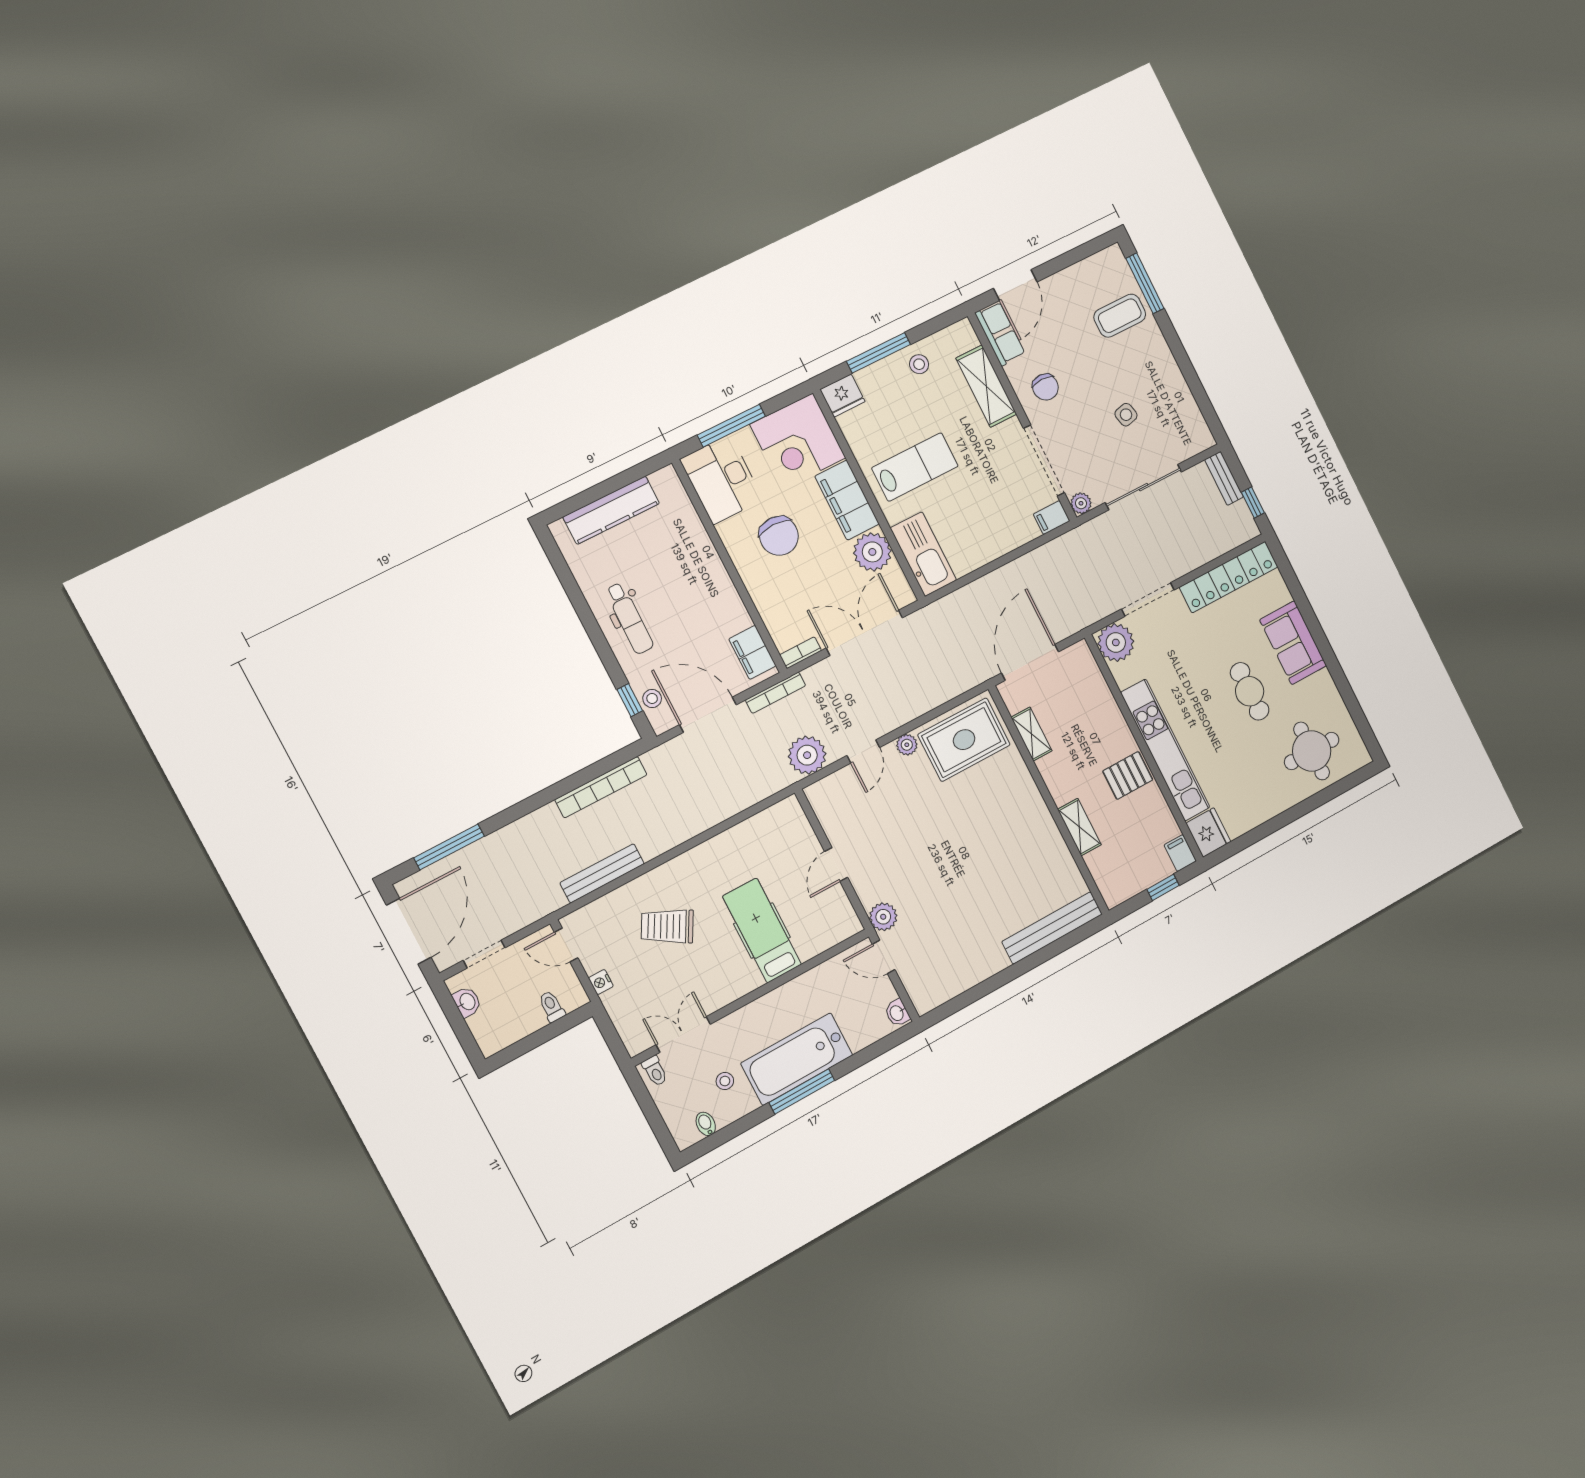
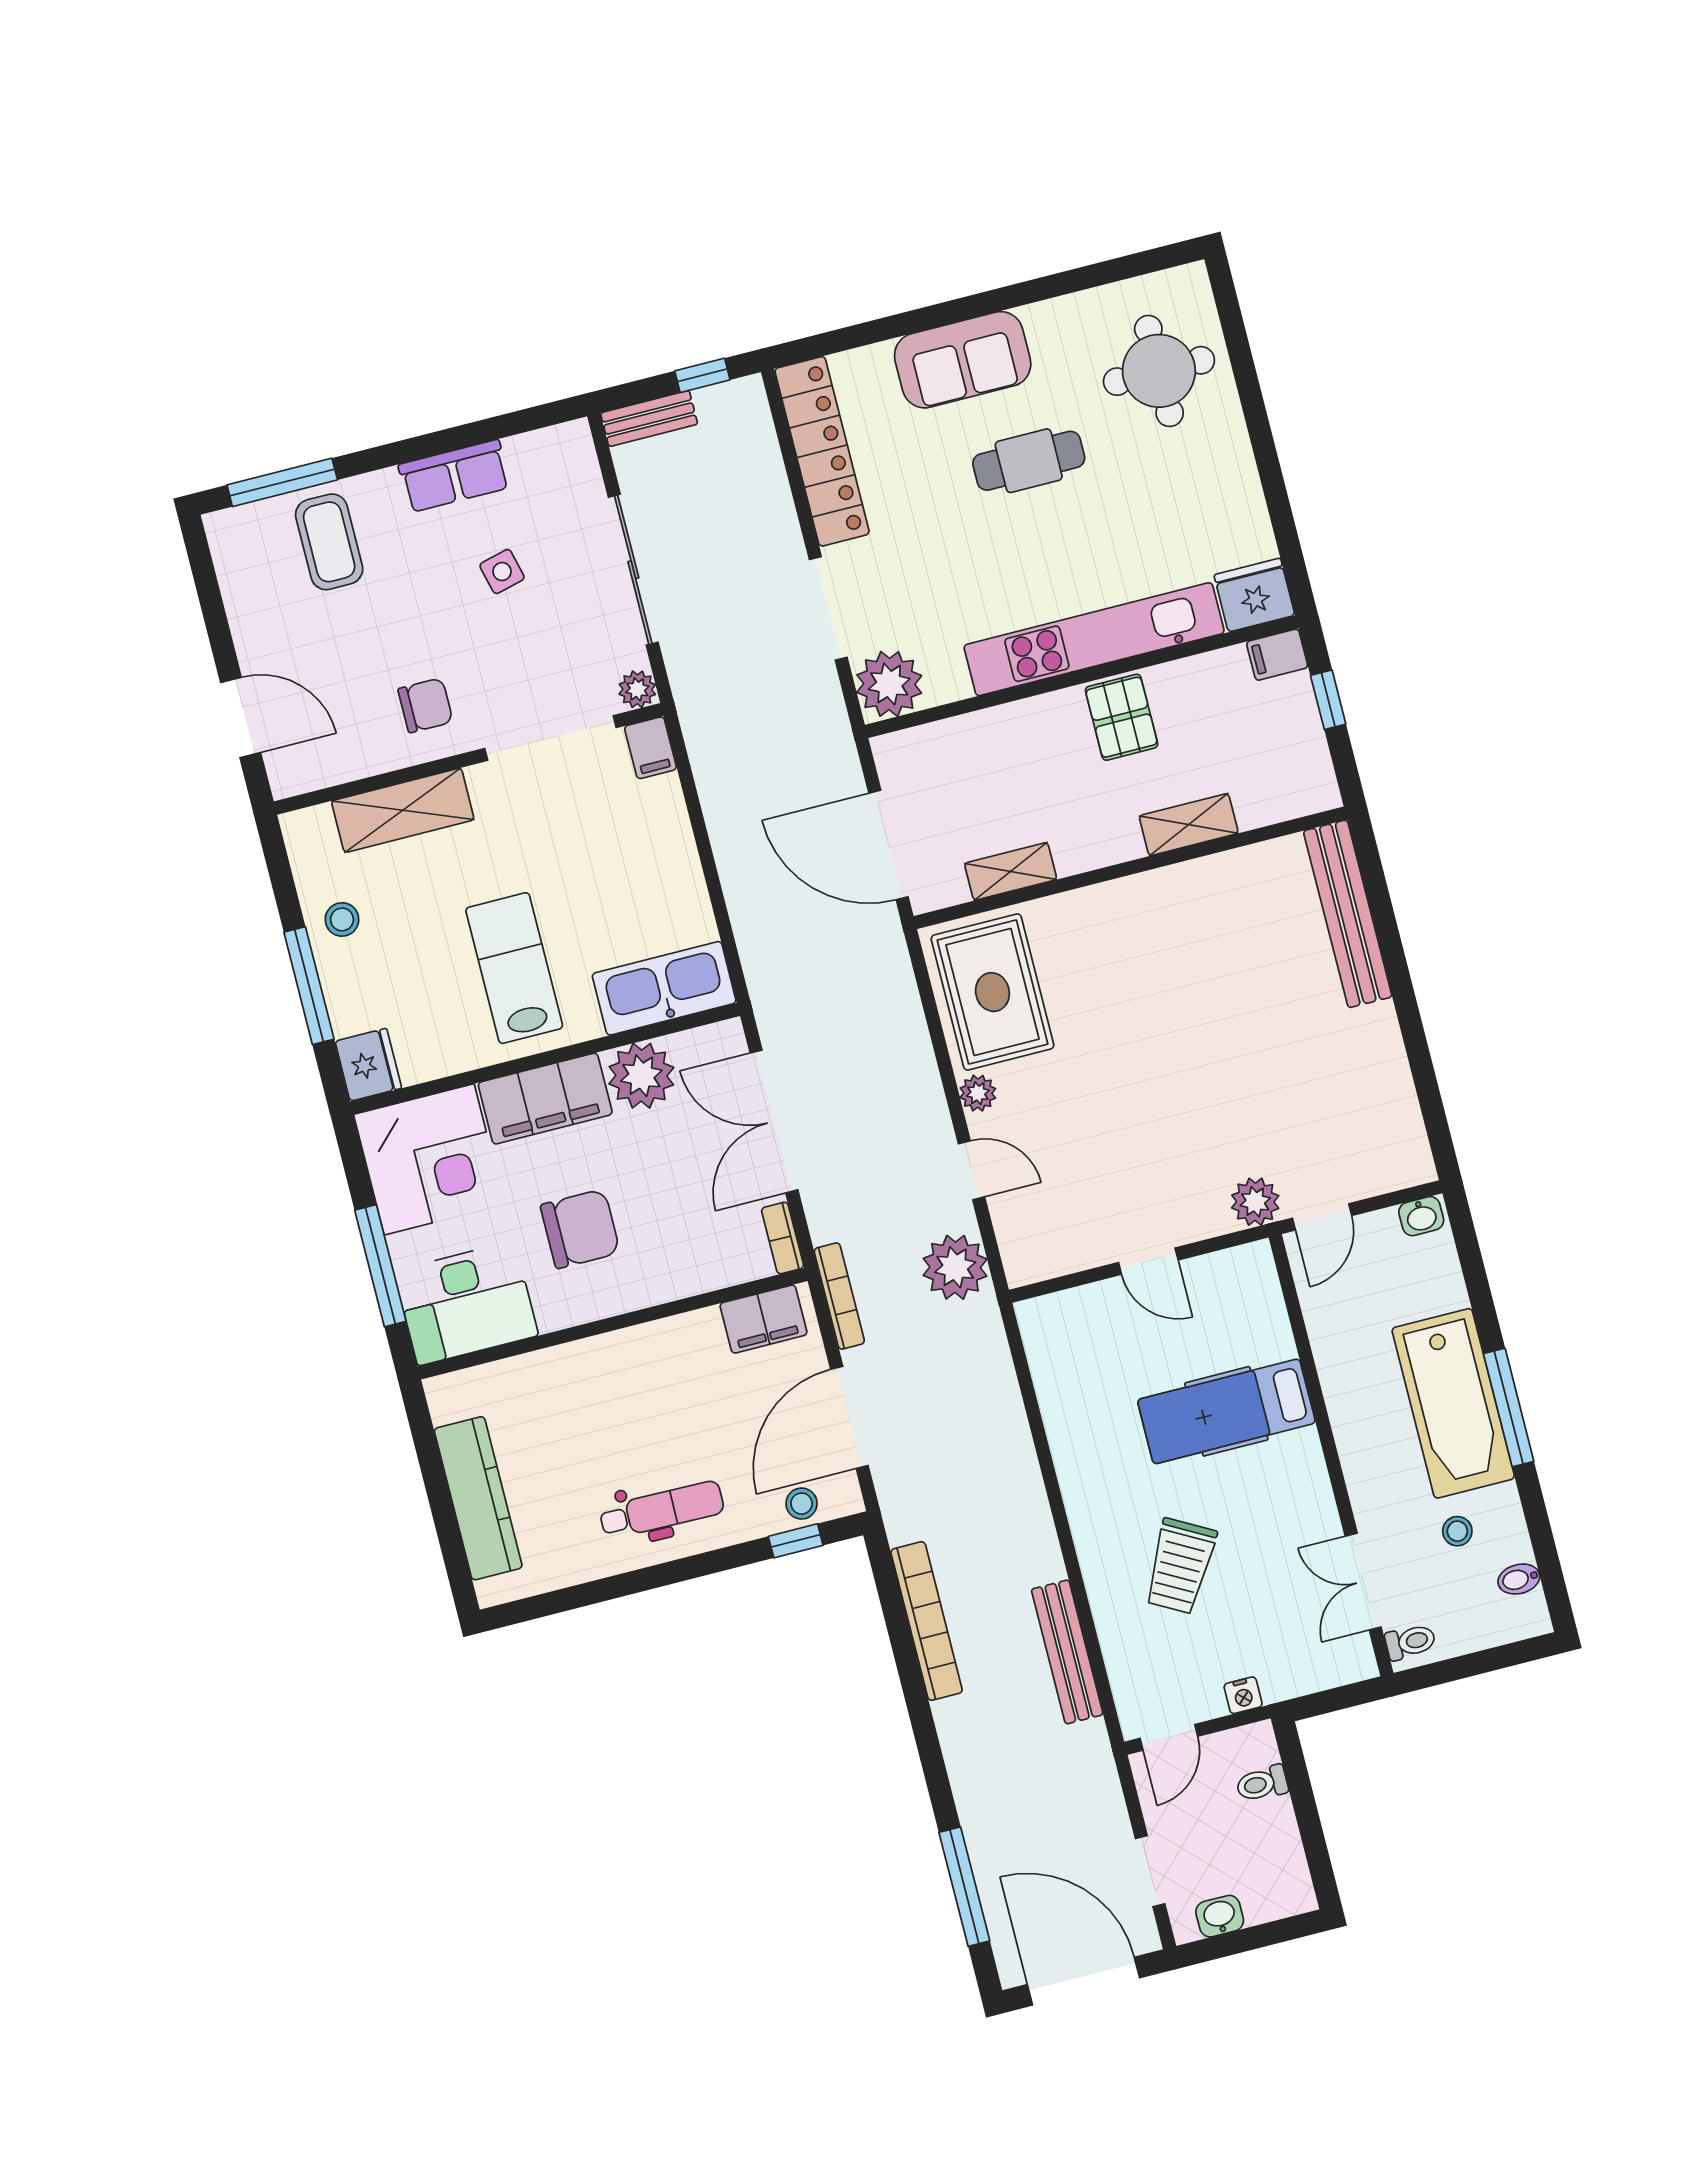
row of seats: (1000, 334) -> (454, 476), moved, turned 180

